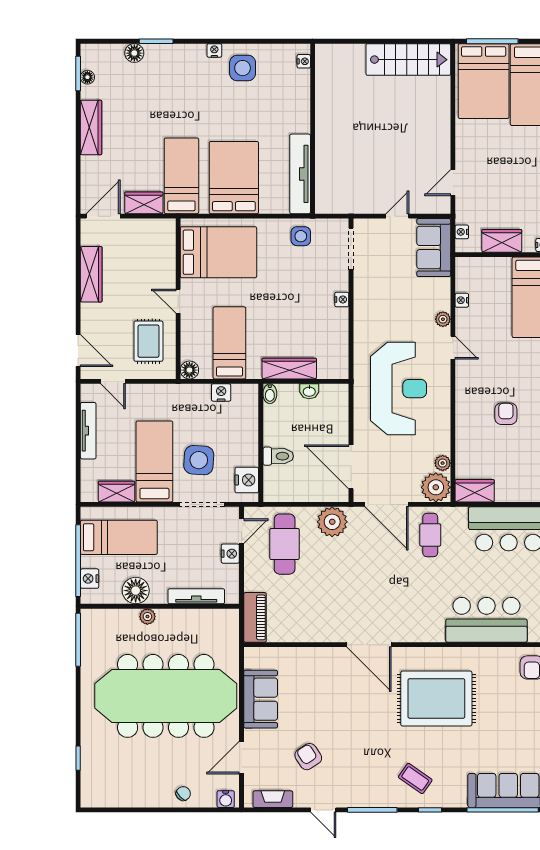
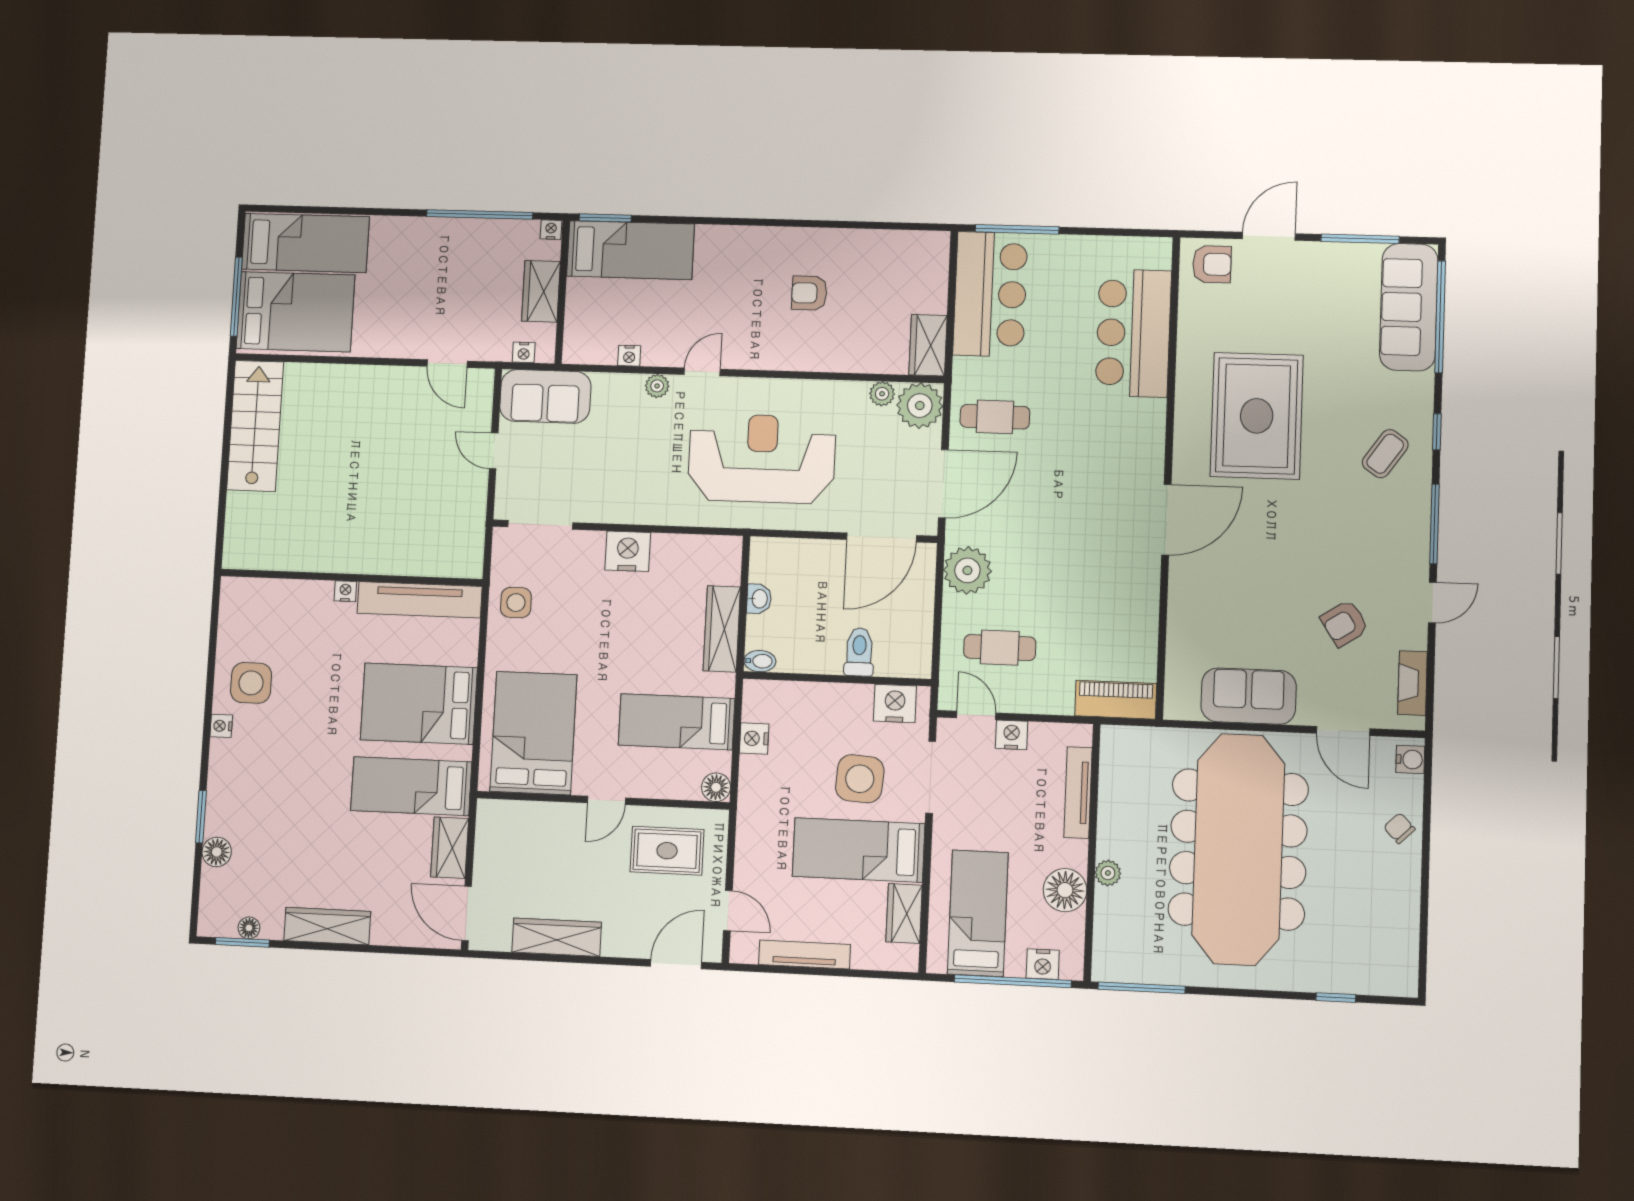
nightstand: (304, 61) -> (345, 591), moved
nightstand: (342, 299) -> (628, 551), width x1.89, depth x1.79
door: (113, 381) -> (728, 911), hinge flipped
cafe table: (285, 544) -> (1000, 648), width x0.73, depth x0.74

